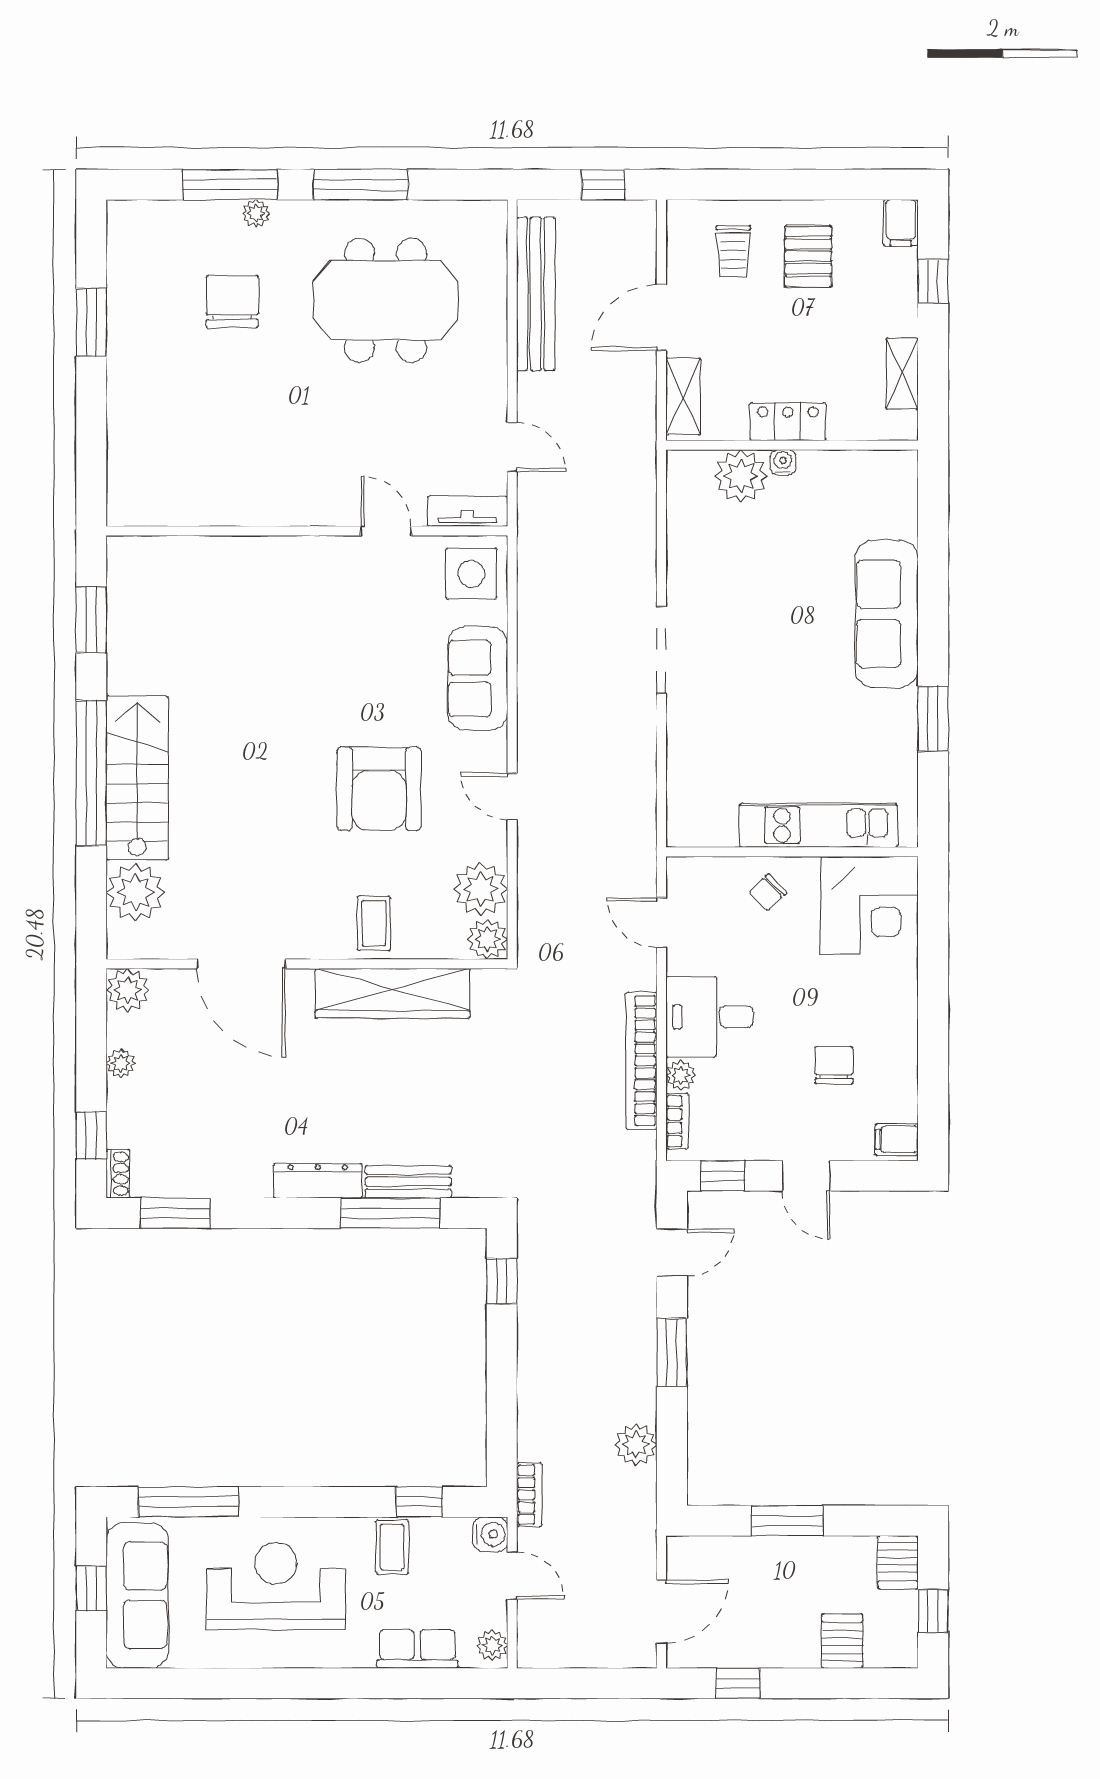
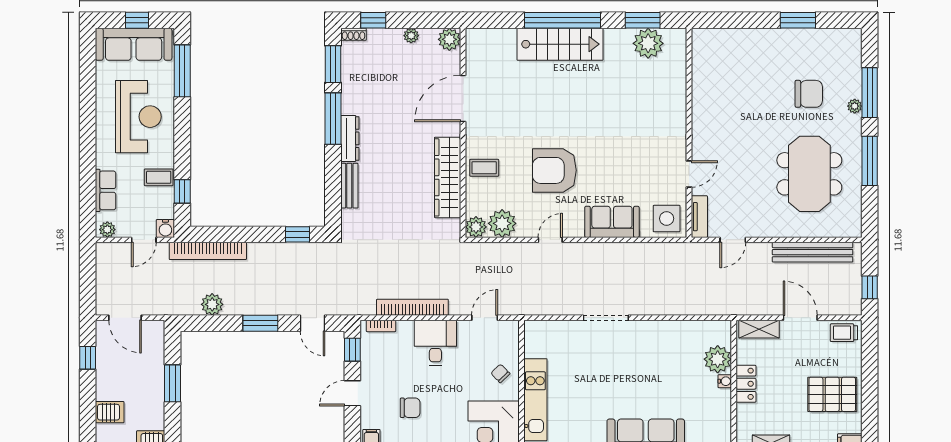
trolley: (733, 251) -> (844, 333), moved
pallet: (808, 256) -> (832, 394), width x1.50, depth x1.42
doorway: (661, 650) -> (606, 318), moved
plant: (135, 892) -> (648, 43), moved
plant: (681, 1075) -> (405, 328), removed
window: (390, 1213) -> (333, 119), moved
bookcase: (529, 1495) -> (208, 251), width x2.31, depth x1.31

